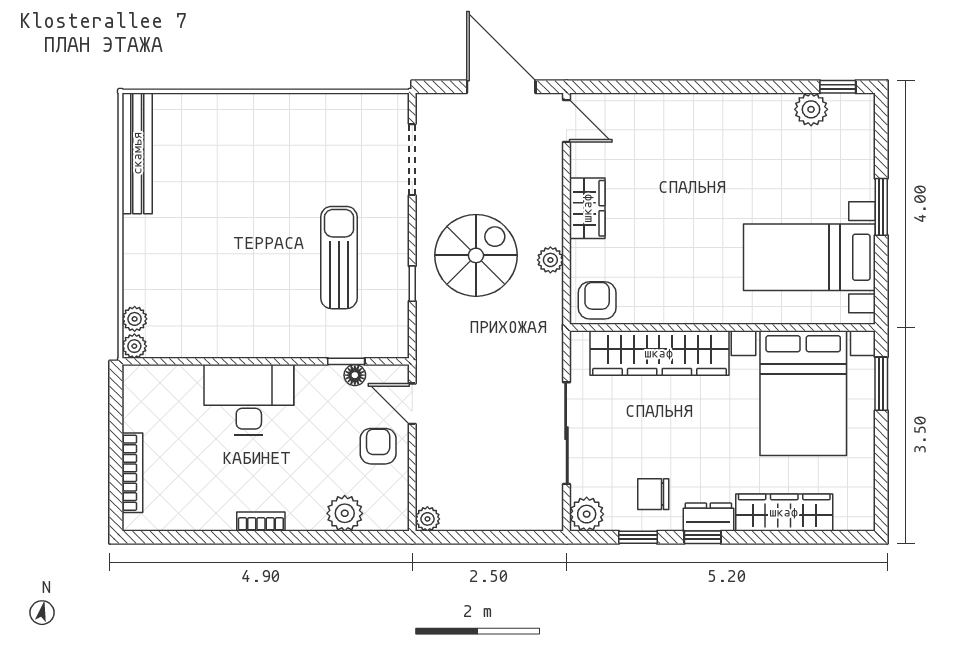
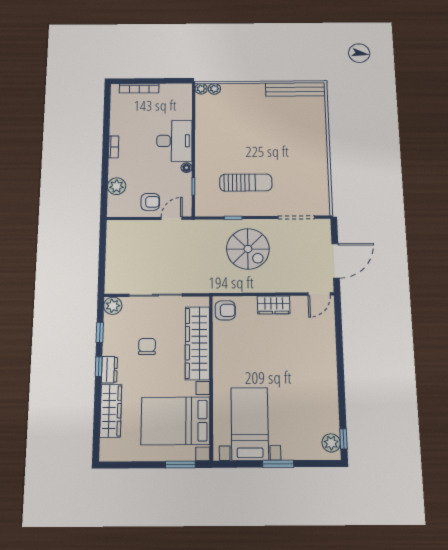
plant: (811, 109) -> (331, 443), moved
plant: (550, 260) -> (246, 286), removed
floor lamp: (355, 375) -> (187, 168), moved
chair: (653, 494) -> (147, 346), moved
plant: (427, 519) -> (113, 226), removed

